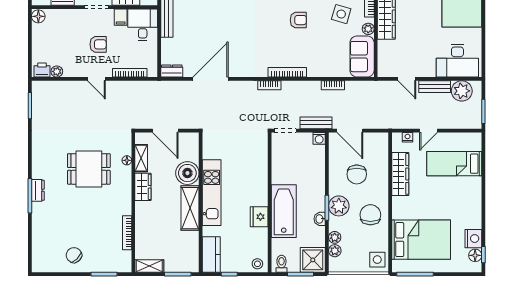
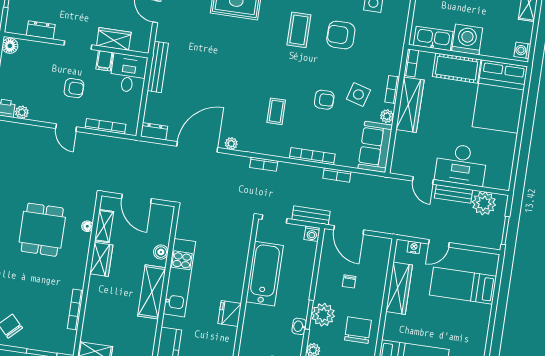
armchair: (298, 20) -> (324, 100), moved
coffee table: (273, 39) -> (276, 111), added
desk: (457, 61) -> (461, 165), moved
plant: (239, 72) -> (231, 144), added
bookcase: (287, 72) -> (312, 156), moved
dining table: (89, 169) -> (42, 230), turned 90
boiler: (187, 173) -> (161, 252), width x0.54, depth x0.54
chair: (357, 174) -> (349, 281), width x0.54, depth x0.54
bathtub: (284, 211) -> (265, 274), moved

